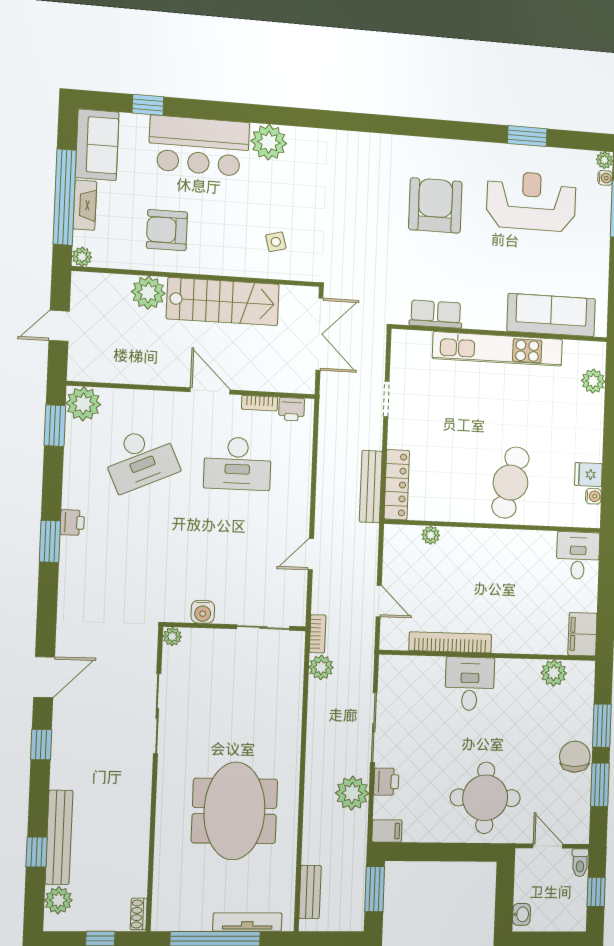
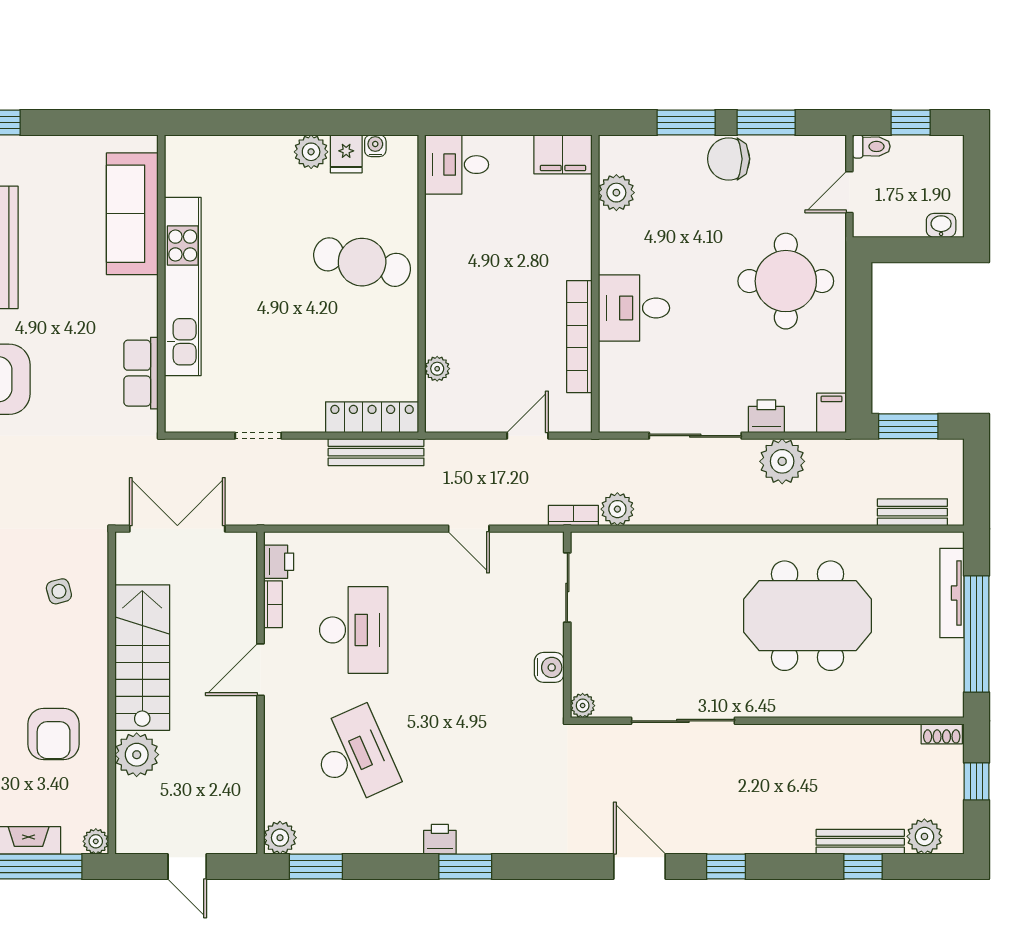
plant: (593, 381) -> (311, 152), moved
plant: (83, 404) -> (280, 838), width x0.73, depth x0.73
bench: (59, 837) -> (860, 842), width x0.73, depth x0.82

